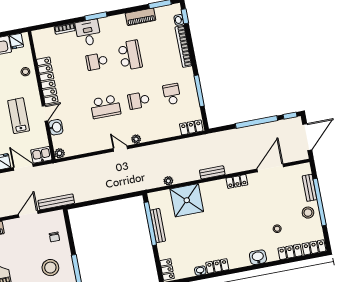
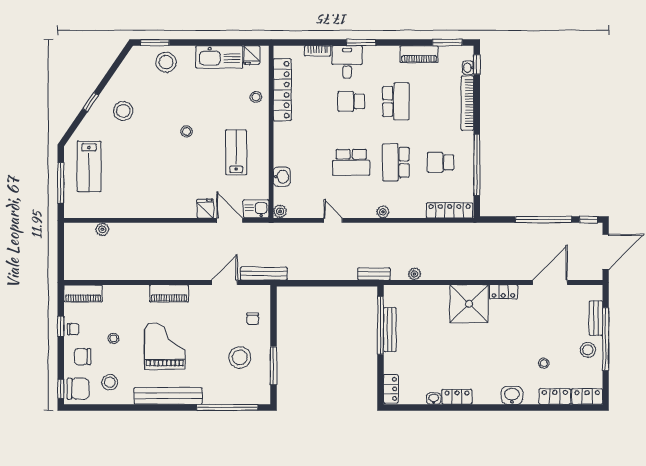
locker: (47, 81) -> (282, 90), moved
window: (199, 91) -> (477, 165), width x1.46
school desk: (172, 94) -> (441, 162), turned -90
school desk: (139, 100) -> (396, 162), width x1.85
door: (45, 113) -> (271, 156), removed
locker: (191, 127) -> (450, 210), width x1.53
door: (120, 149) -> (333, 220), moved
bench: (212, 172) -> (374, 274), moved
shower: (187, 200) -> (469, 304), moved

